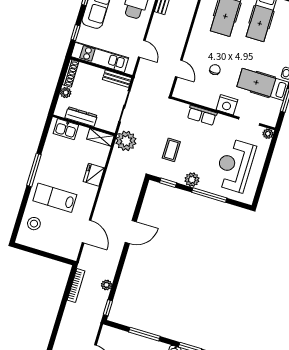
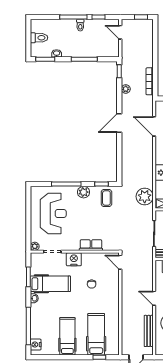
door: (142, 49) -> (154, 298), moved
door: (179, 68) -> (120, 262), moved
plant: (126, 141) -> (145, 196), moved
coffee table: (171, 150) -> (106, 198), moved
door: (131, 232) -> (119, 123), moved

